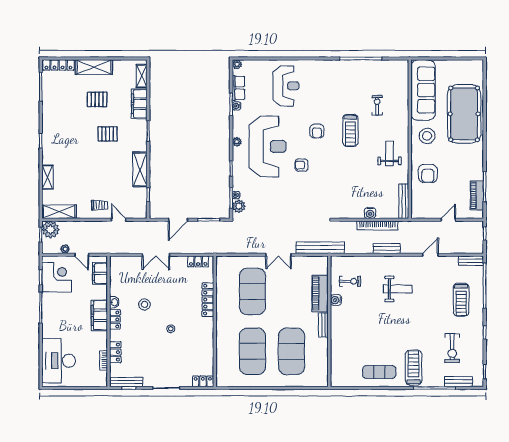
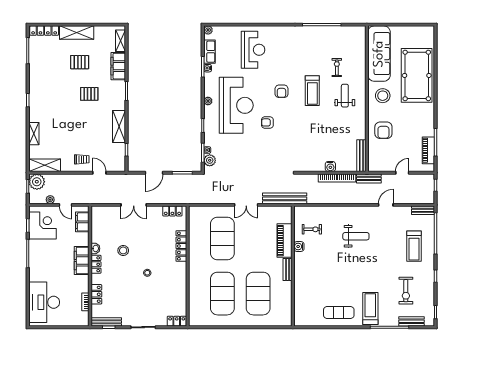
weight bench: (390, 153) -> (345, 96), moved
bench: (387, 249) -> (369, 178), moved

